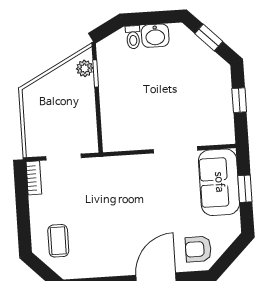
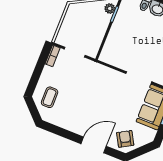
armchair: (198, 249) -> (125, 139), turned 60

